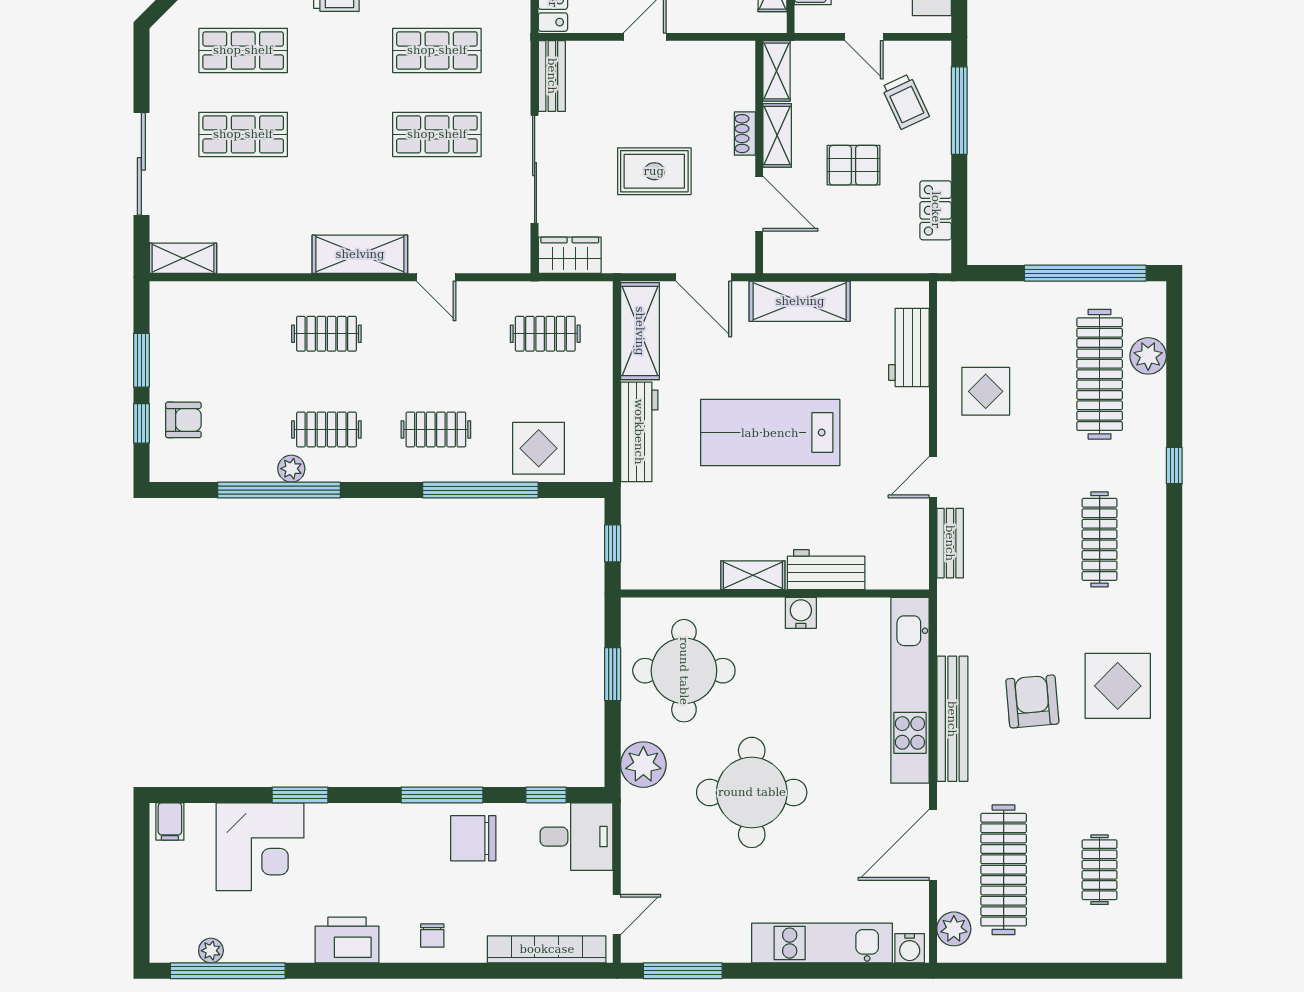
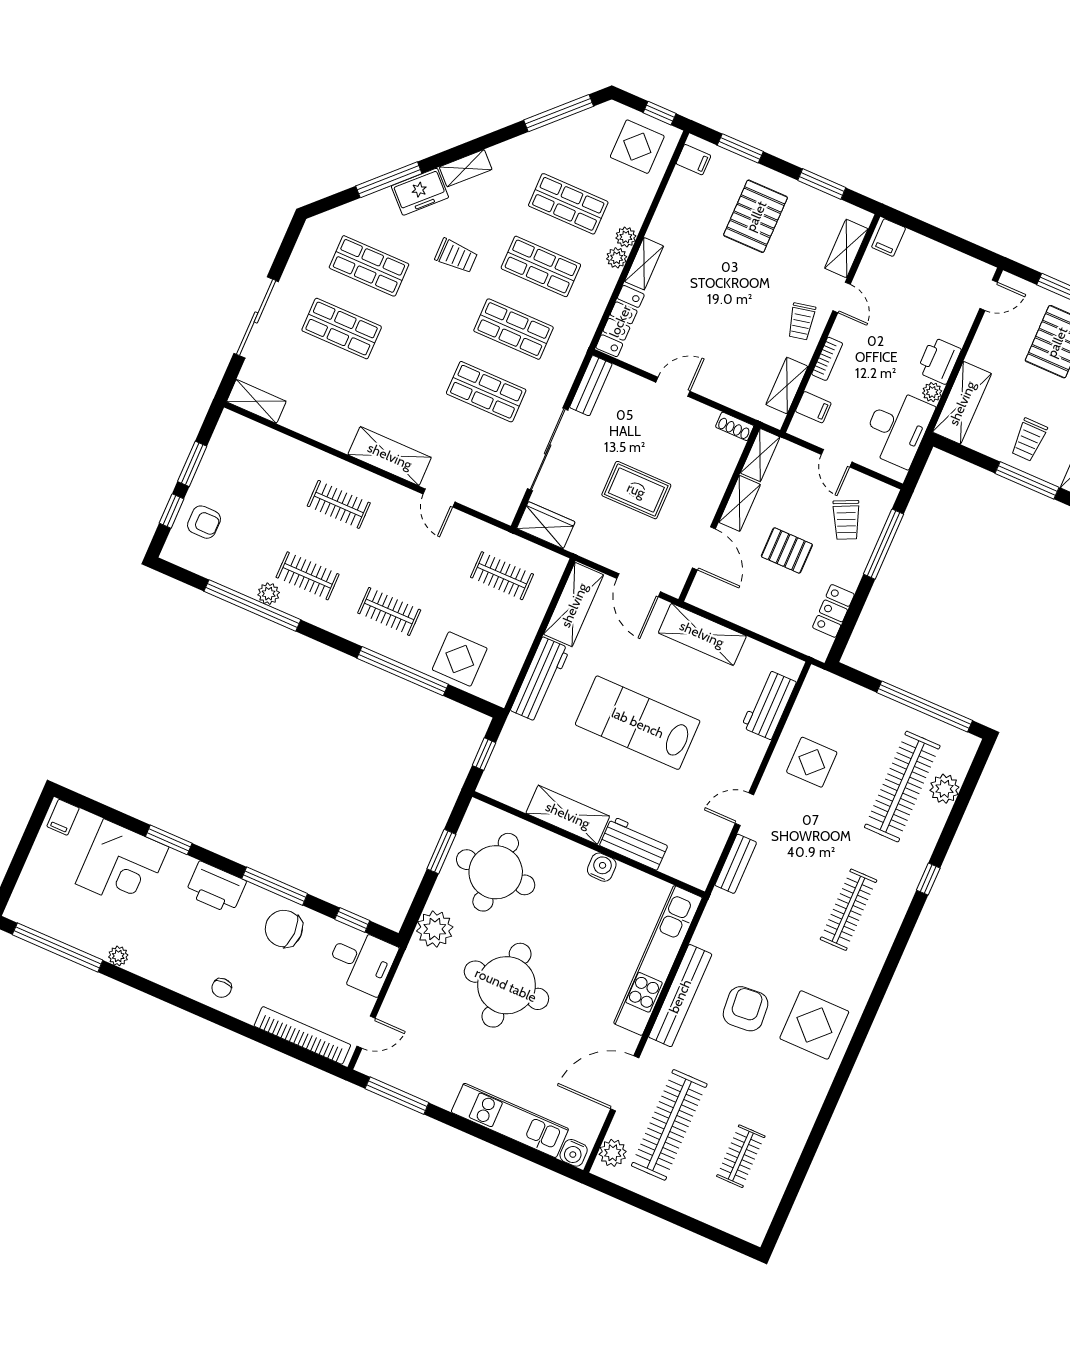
shoe rack: (745, 134) -> (735, 426), moved, turned -90
shelving: (753, 575) -> (568, 815), width x1.50, depth x1.33
printer: (347, 940) -> (216, 888), moved, turned 180
plant: (211, 951) -> (118, 956), moved

